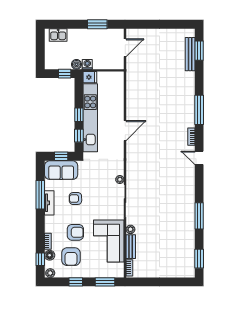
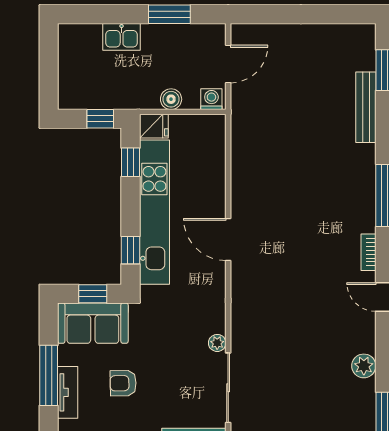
kitchen sink: (58, 35) -> (122, 37), moved
bench: (190, 54) -> (366, 107), moved
boiler: (76, 64) -> (171, 99), moved
washing machine: (87, 64) -> (211, 99), moved
window: (79, 115) -> (130, 162), moved
door: (125, 131) -> (228, 240), swing flipped
plant: (189, 190) -> (364, 366), added

